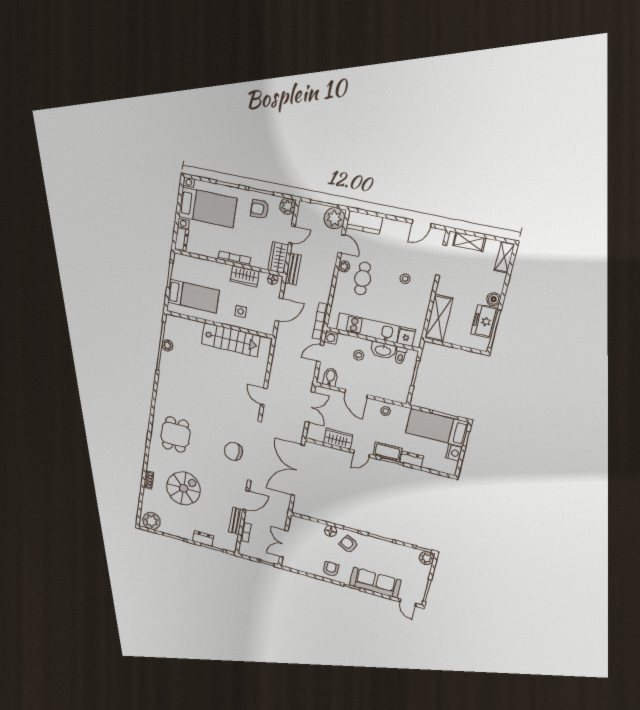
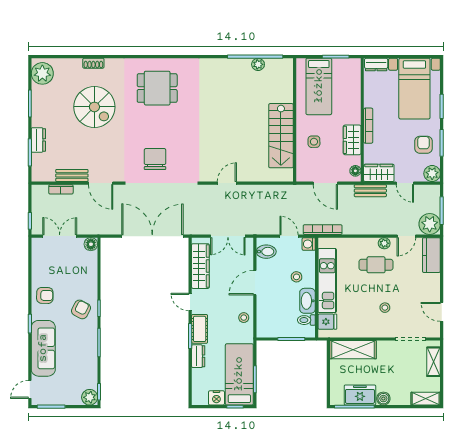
wardrobe: (338, 439) -> (200, 266), width x1.50
floor lamp: (331, 531) -> (91, 244), moved

